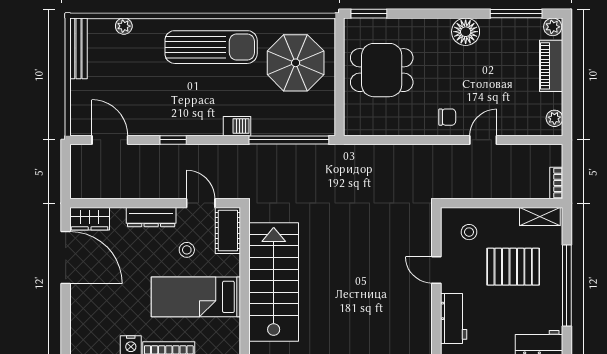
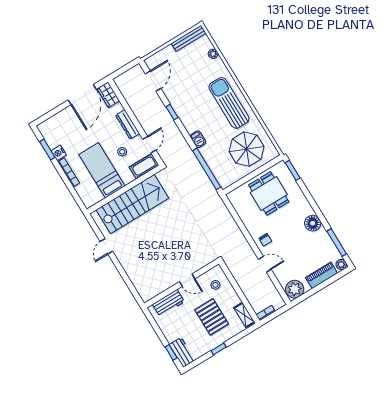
sun lounger: (211, 47) -> (229, 103), turned 180
plant: (554, 118) -> (295, 289), width x1.88, depth x1.88
door: (436, 270) -> (187, 280), swing flipped
window: (567, 285) -> (219, 349), width x0.32

